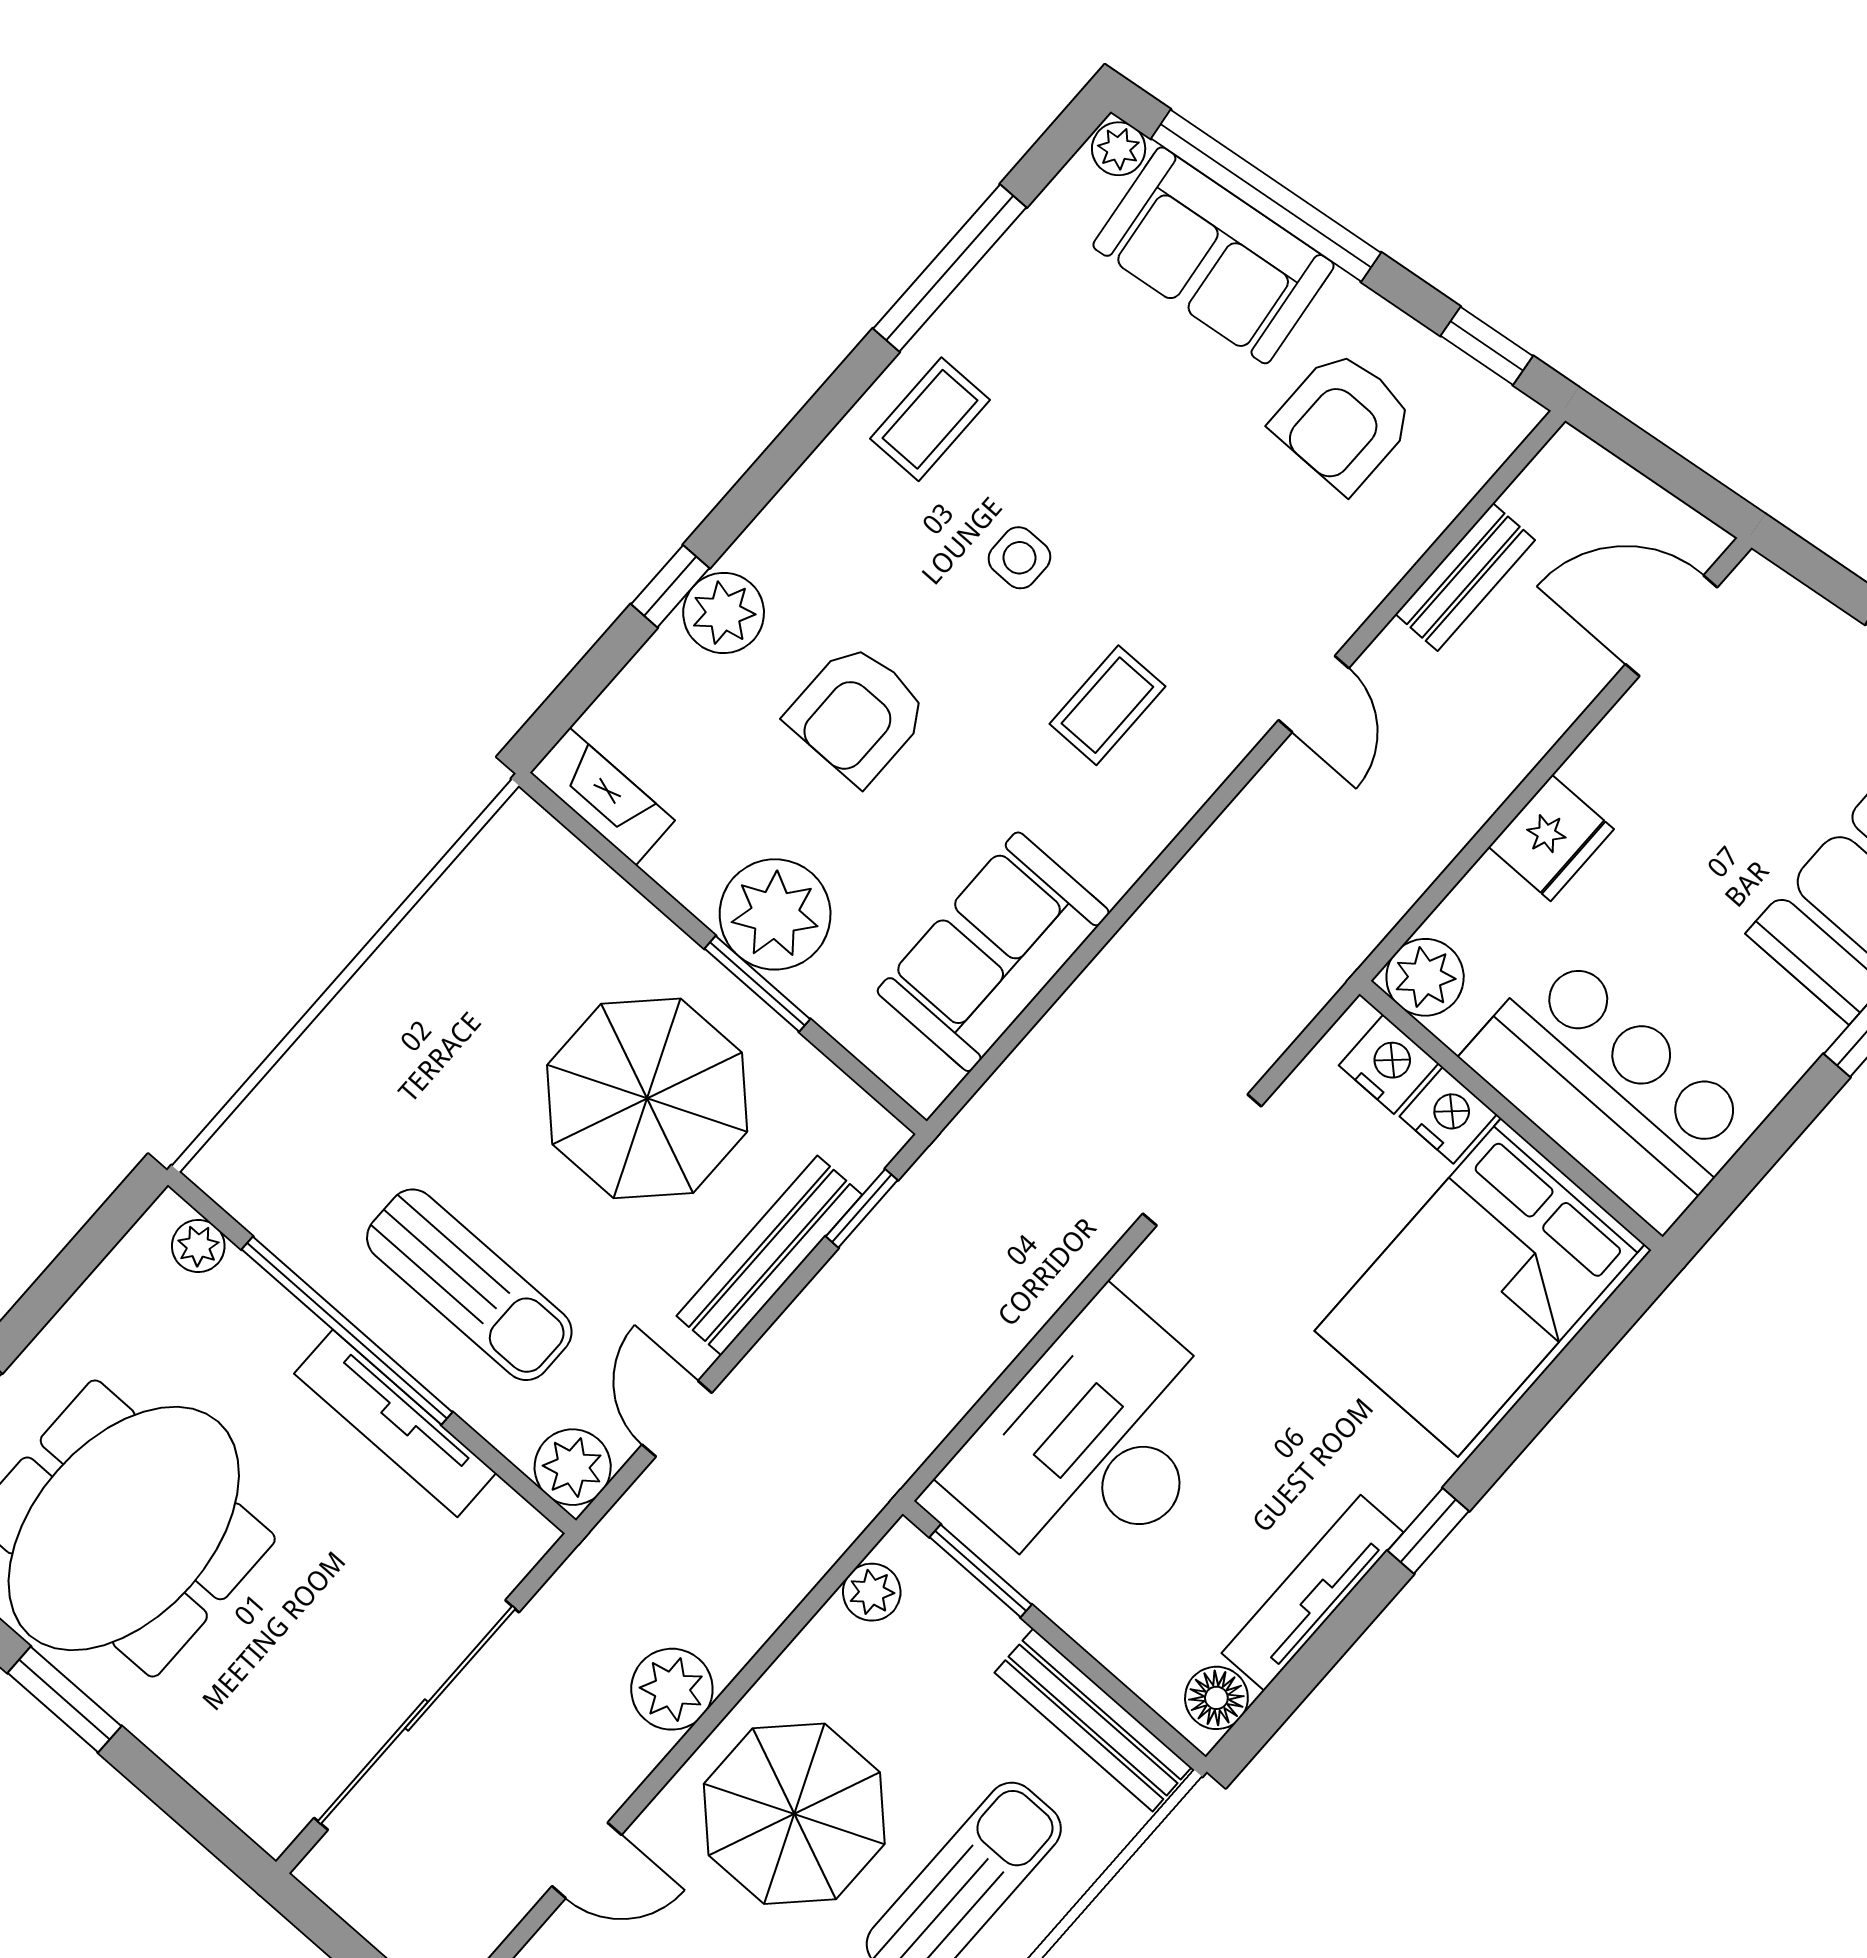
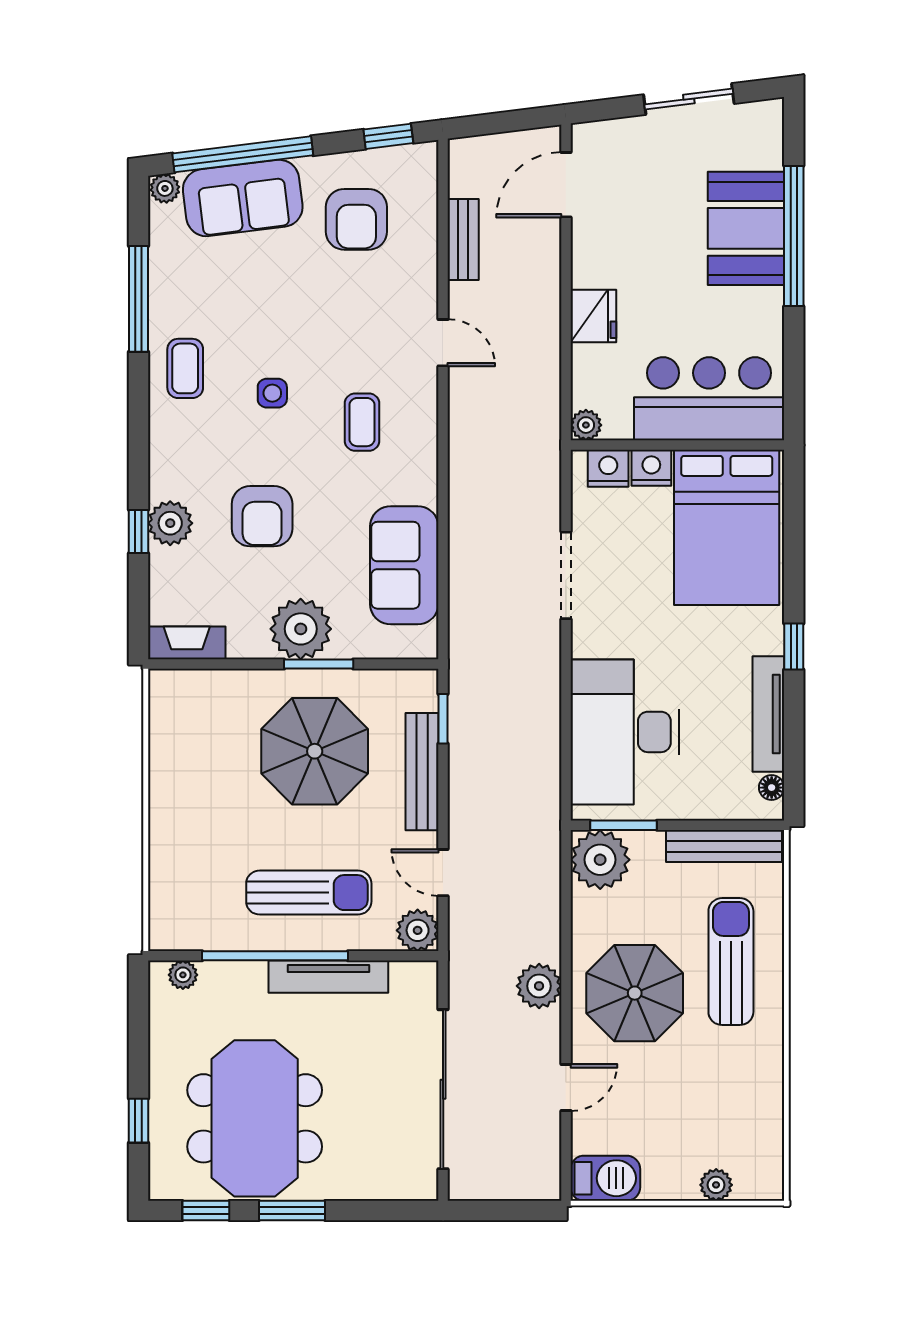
plant: (1425, 977) -> (586, 425), width x0.73, depth x0.73
plant: (872, 1592) -> (600, 860), width x1.88, depth x1.88
floor lamp: (1216, 1698) -> (772, 788), width x0.73, depth x0.73

